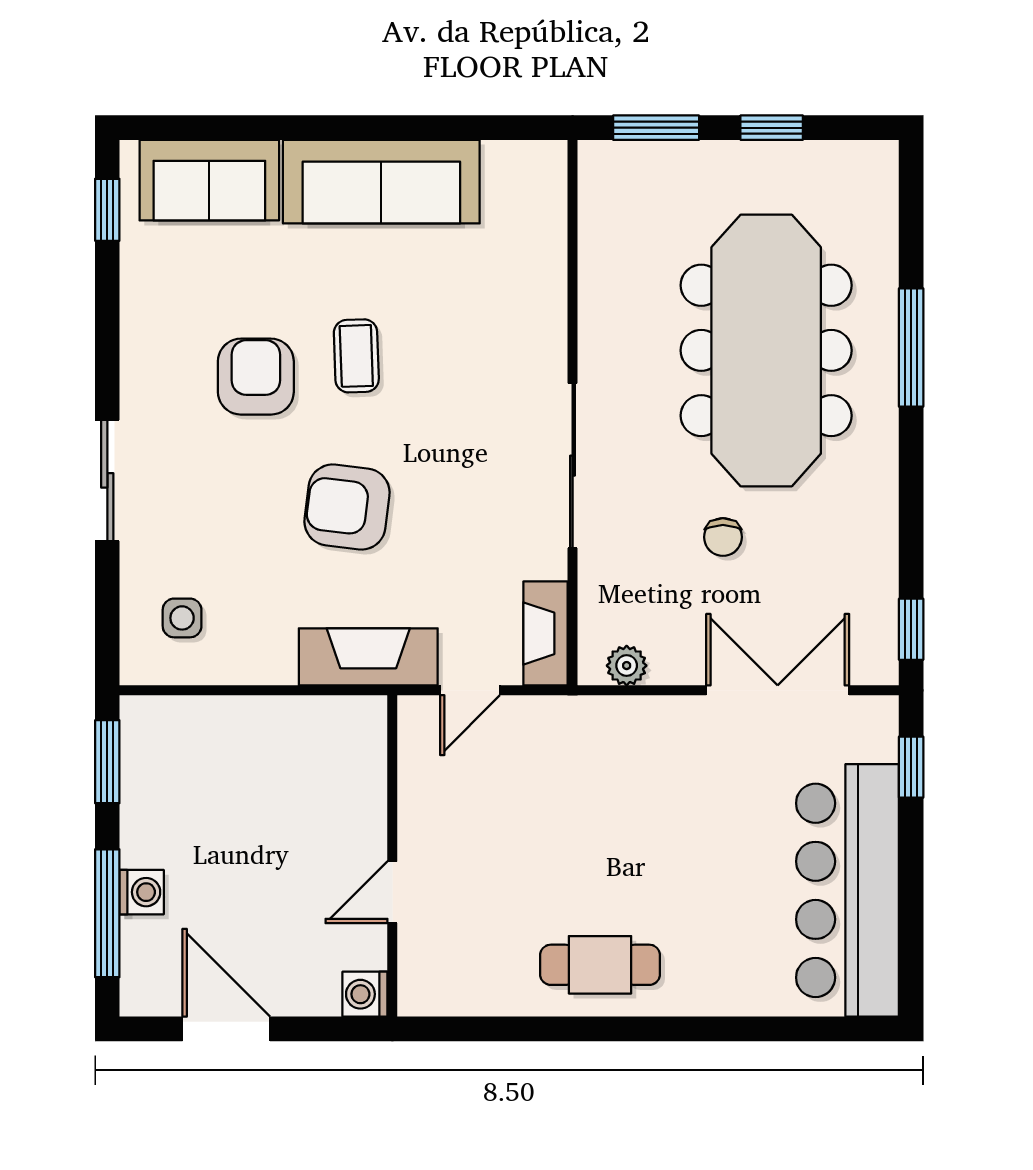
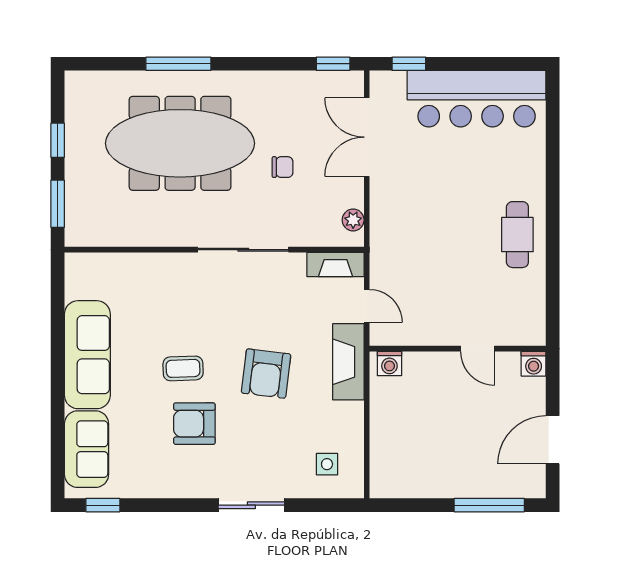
window: (107, 762) -> (406, 505), removed
washing machine: (142, 892) -> (389, 364), moved, turned 180

